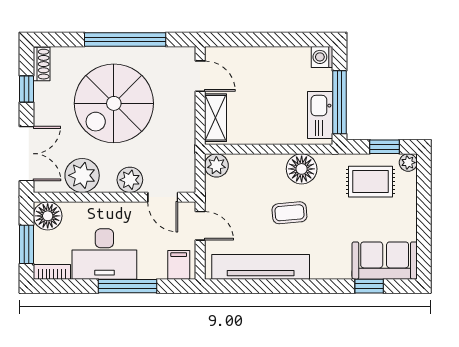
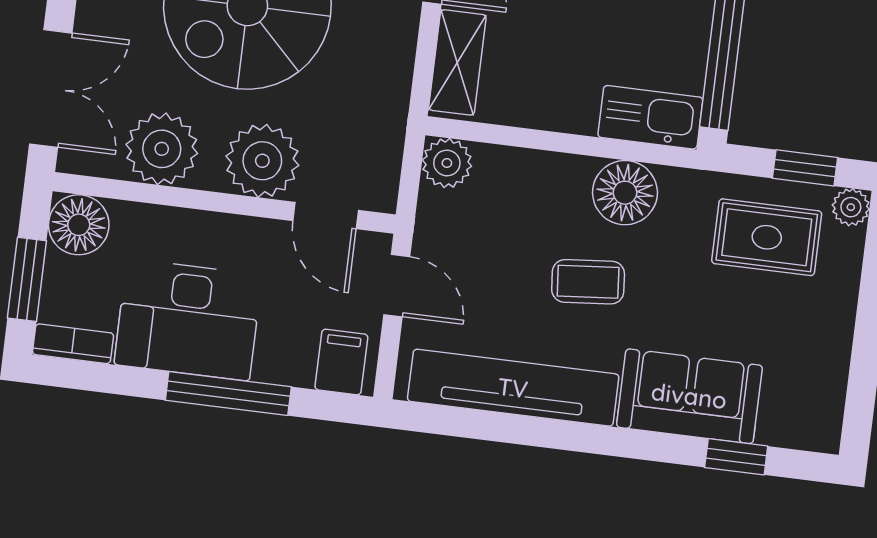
kitchen sink: (320, 115) -> (650, 117), moved, turned 90
plant: (130, 180) -> (262, 161), width x1.36, depth x1.36
sofa: (385, 261) -> (689, 396), moved

